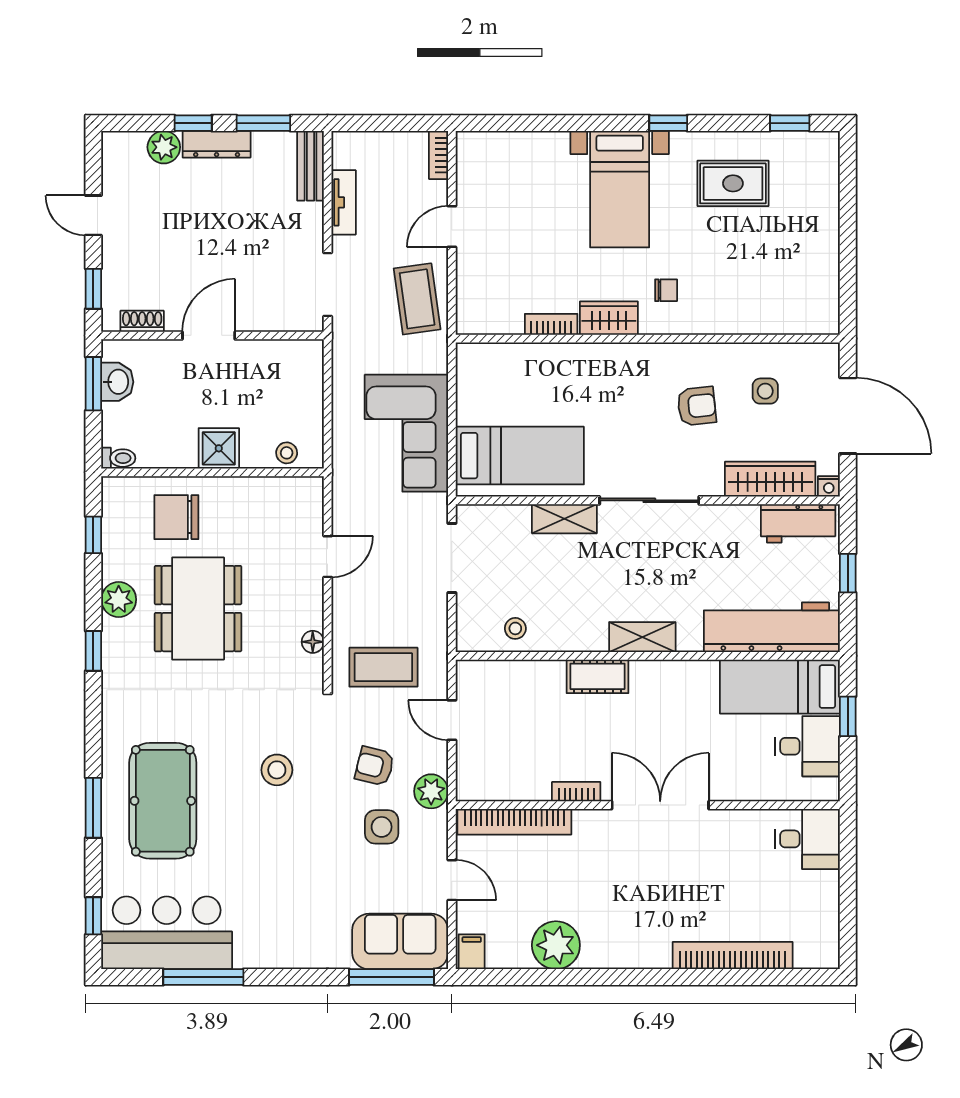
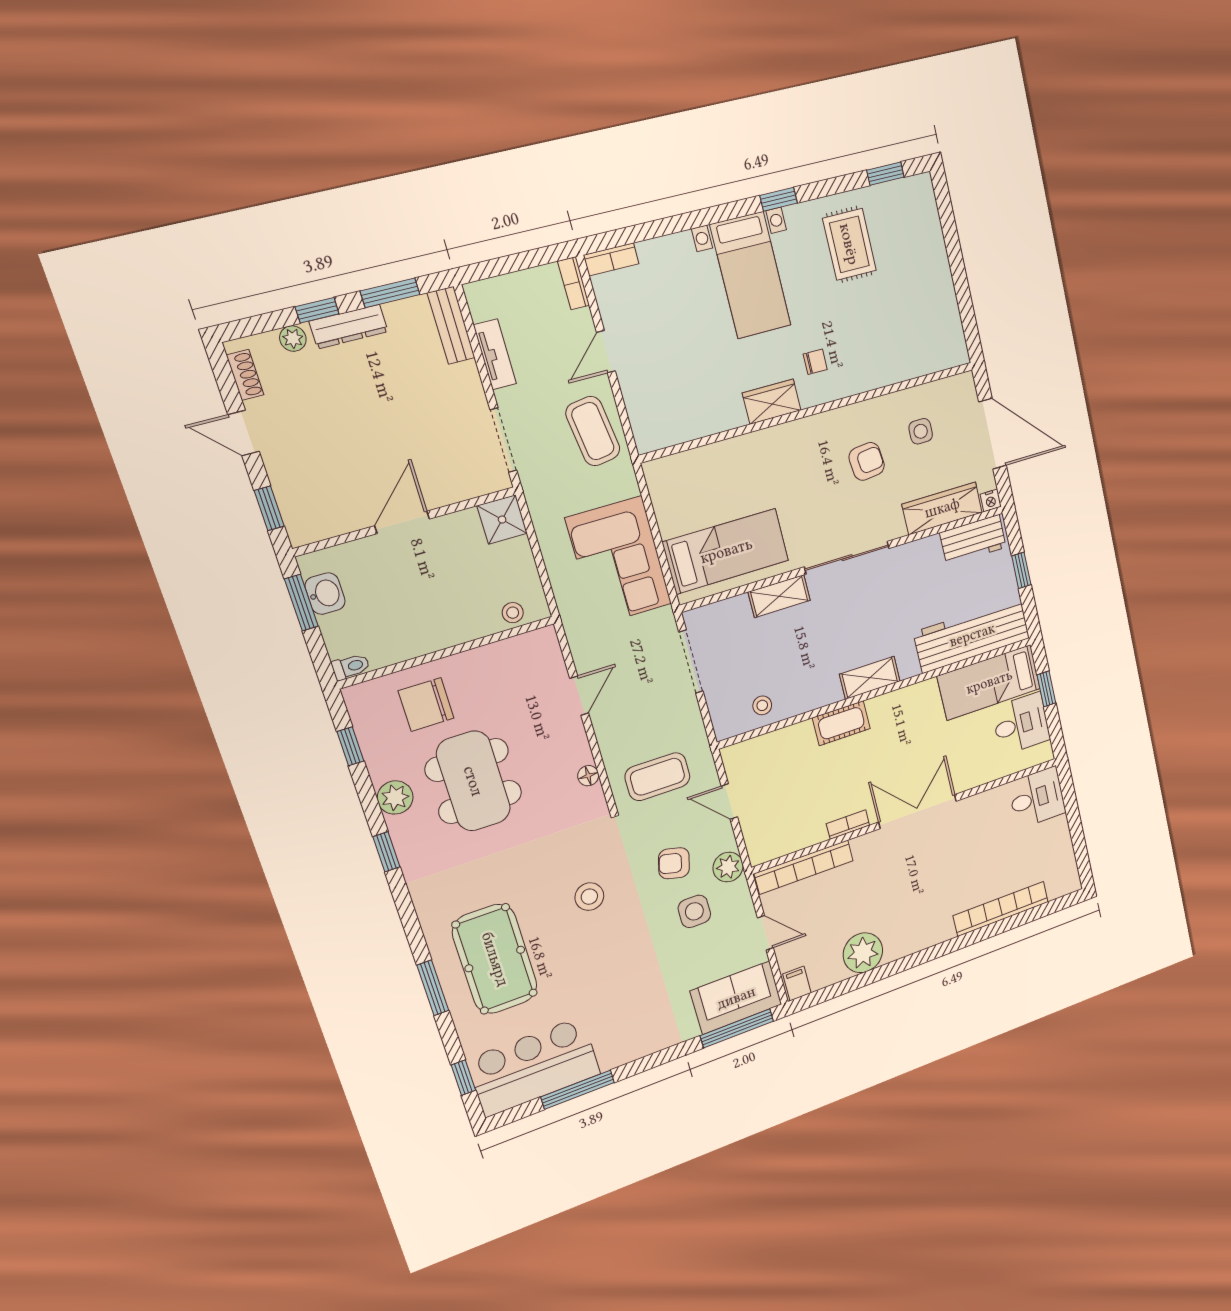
plant: (164, 147) -> (293, 339), width x0.73, depth x0.73
rug: (733, 183) -> (849, 244), turned 90
shoe rack: (142, 321) -> (245, 375), moved, turned 90
bookcase: (551, 324) -> (611, 259), moved, turned 180
shower: (219, 448) -> (502, 520), moved

